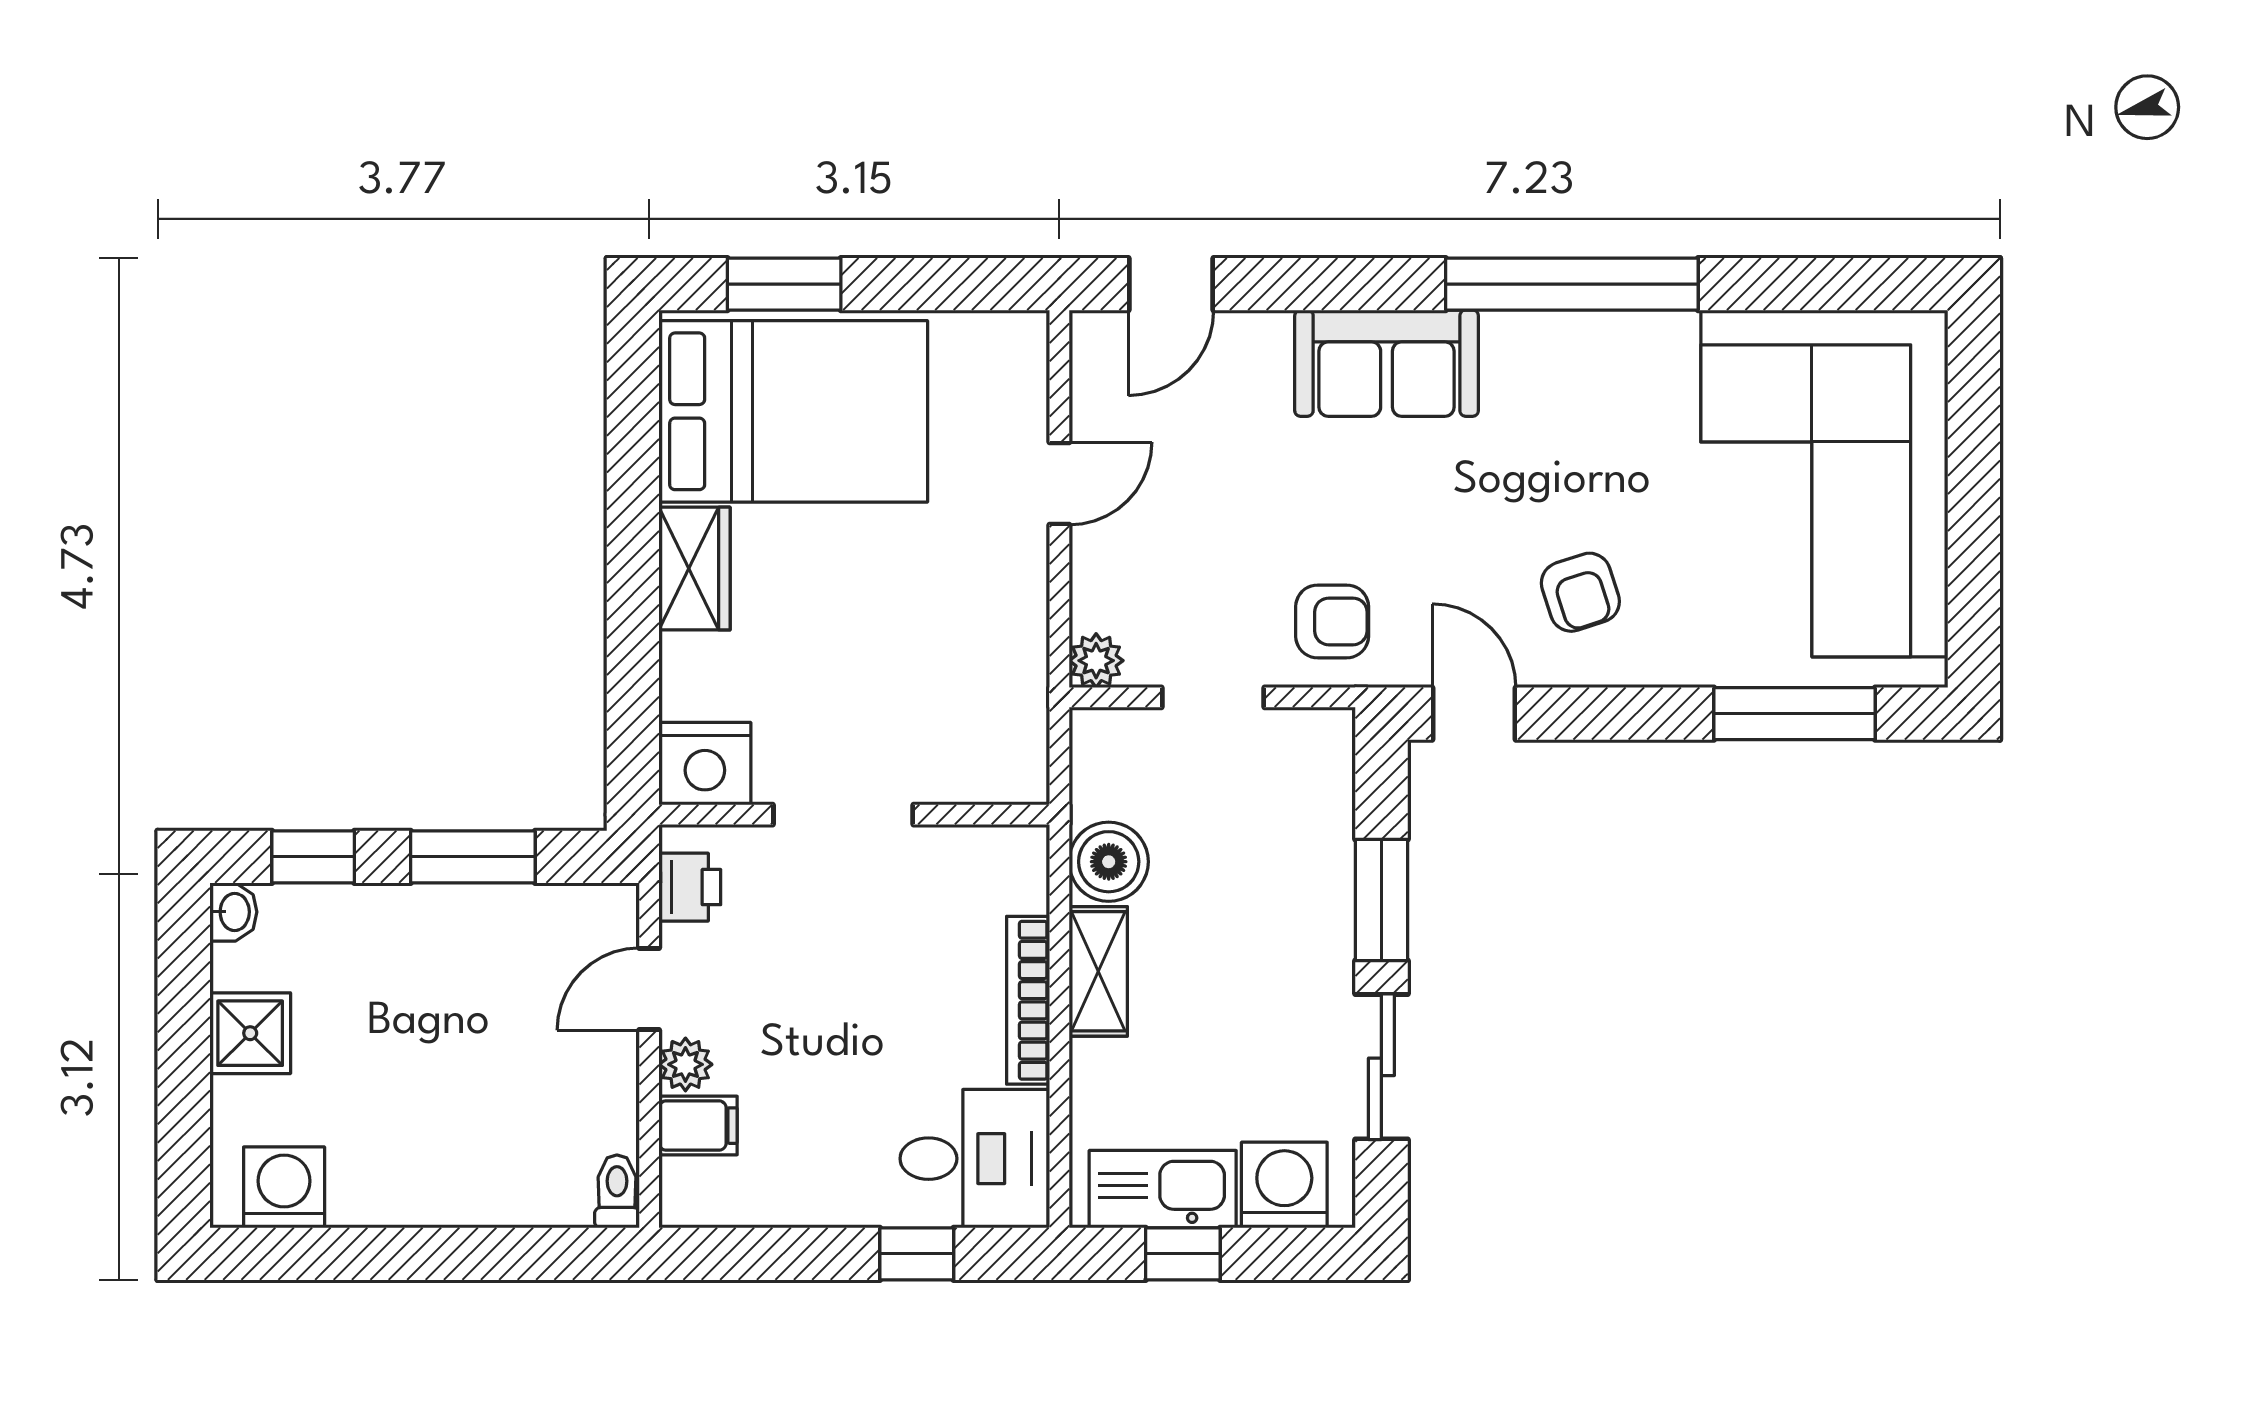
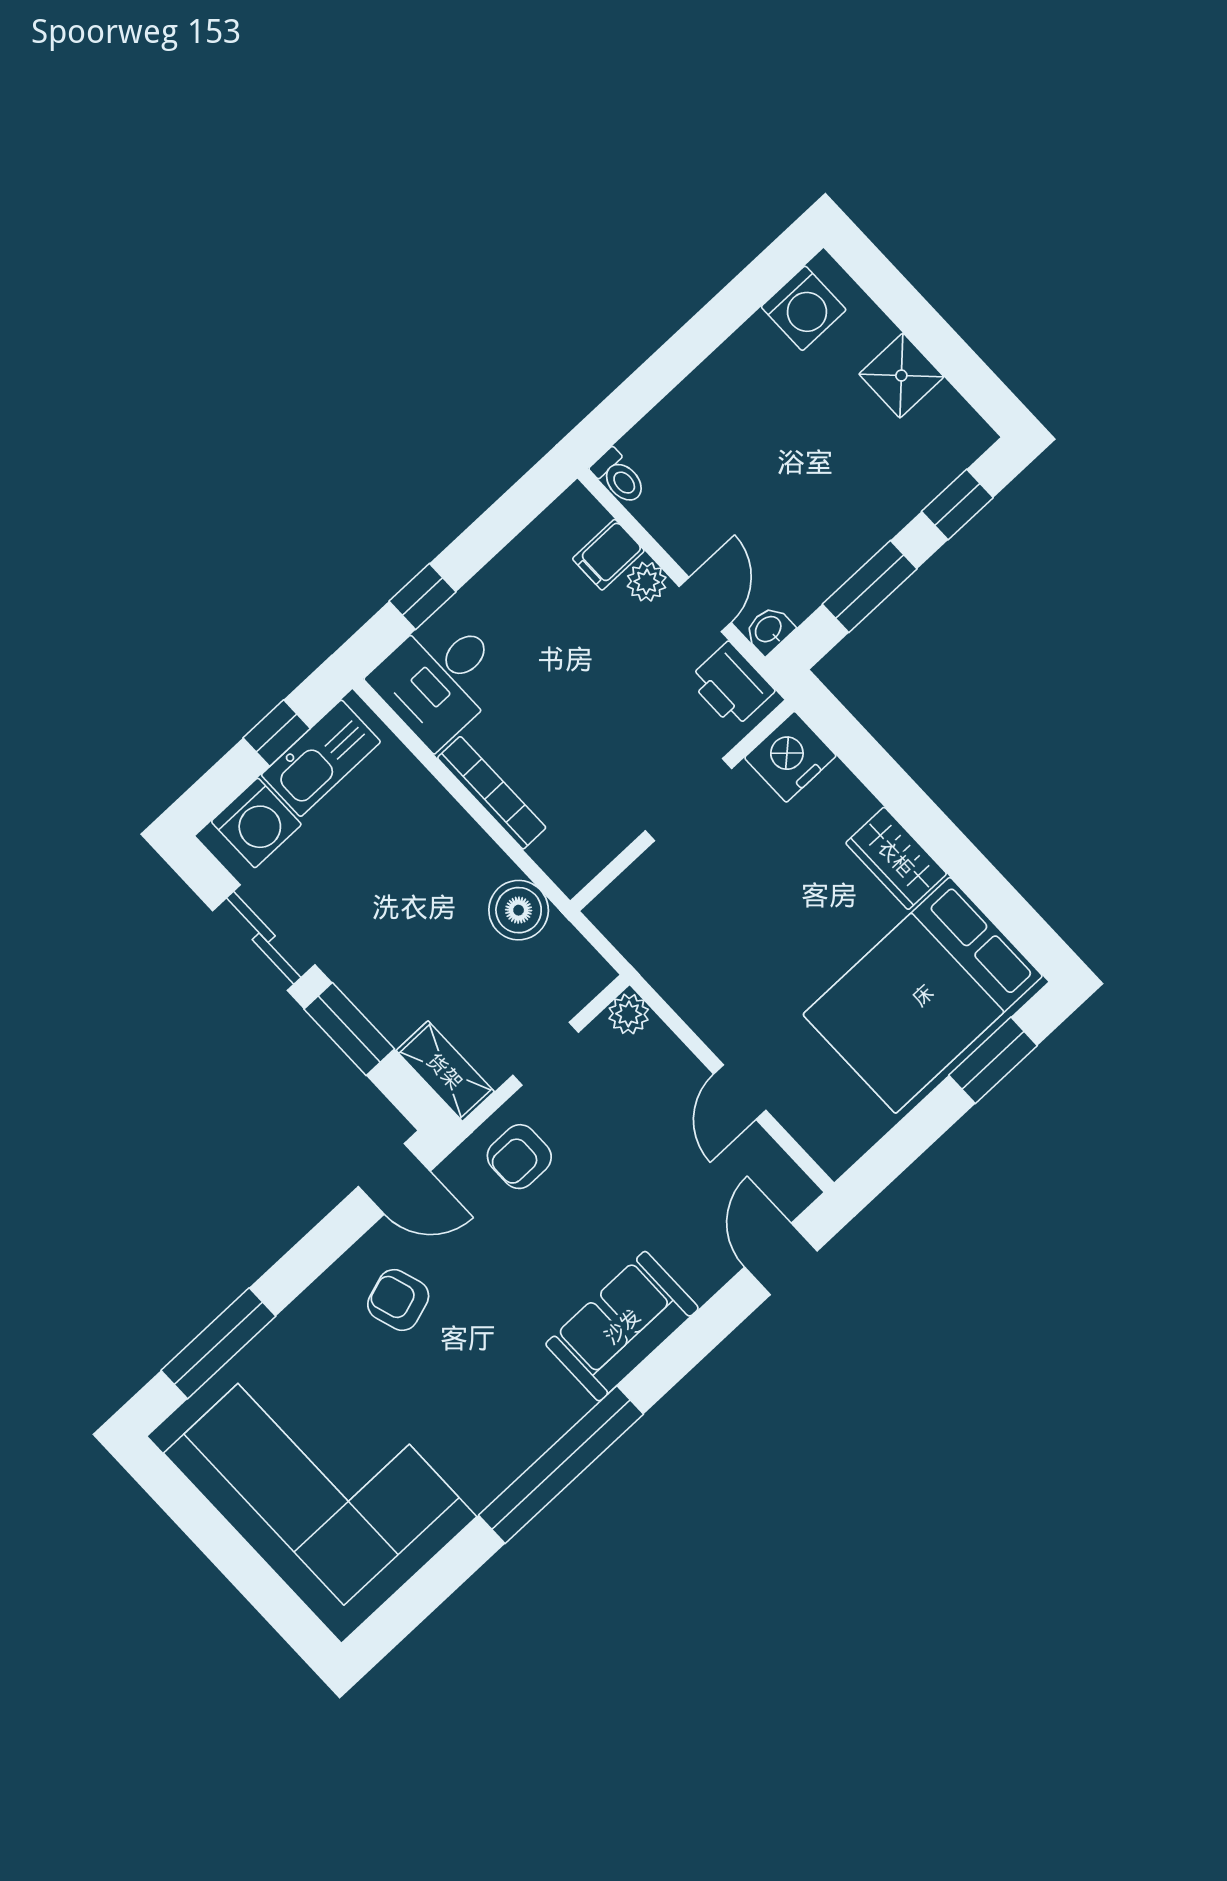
printer: (690, 887) -> (731, 685), width x1.36, depth x1.24
washbasin: (233, 912) -> (769, 630), moved, turned 90
shelving: (1098, 971) -> (445, 1071), moved

